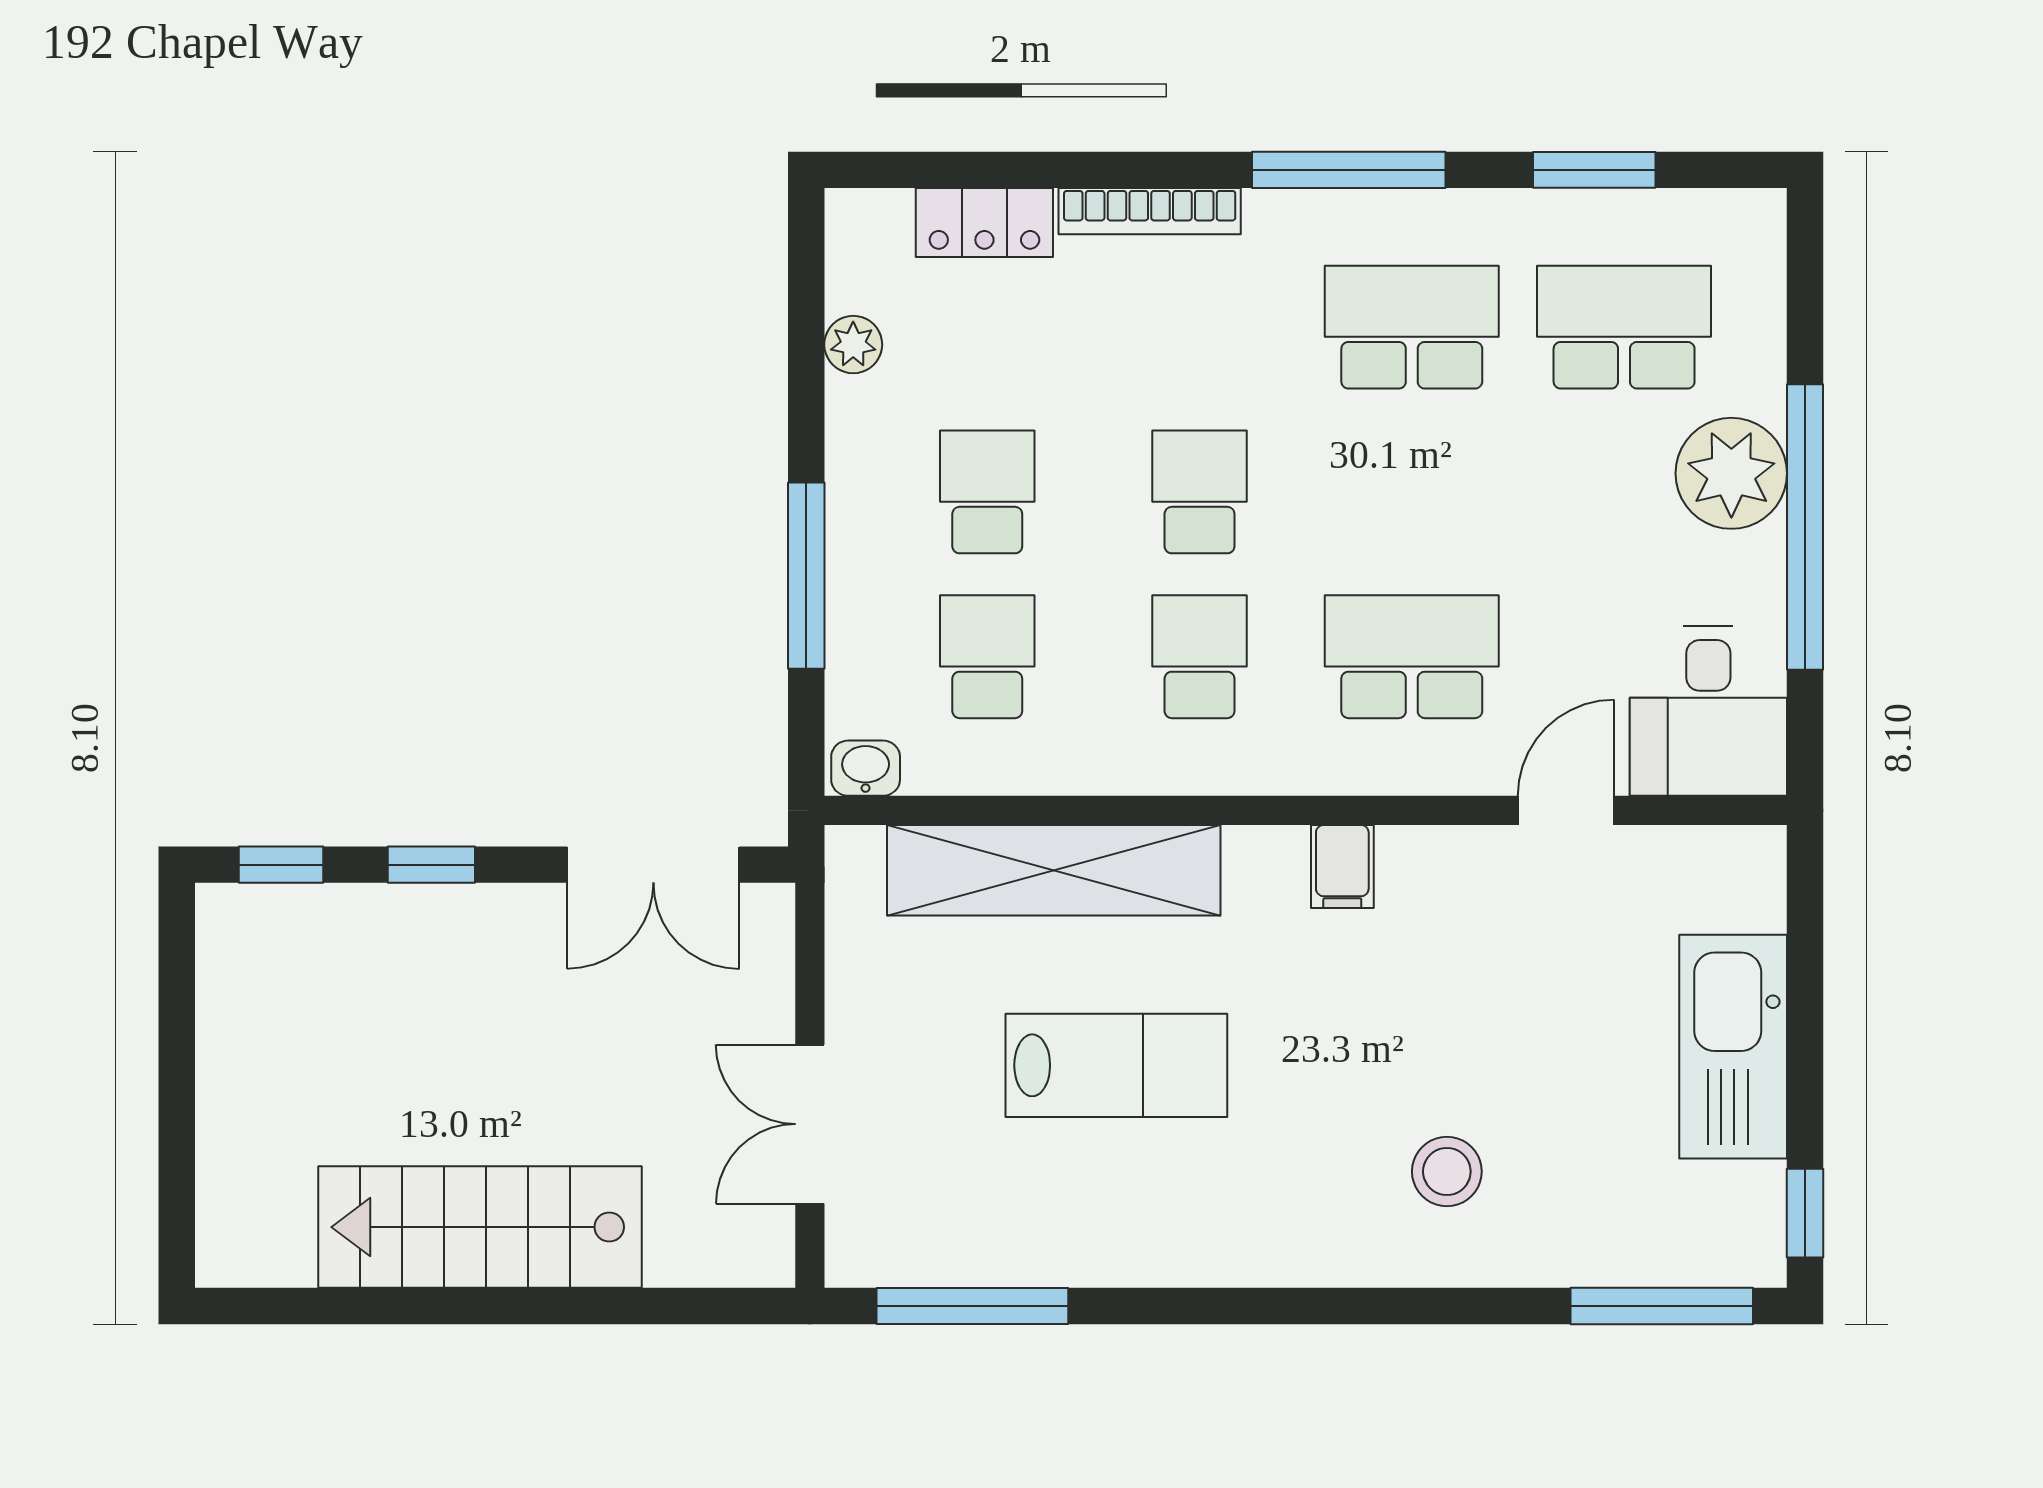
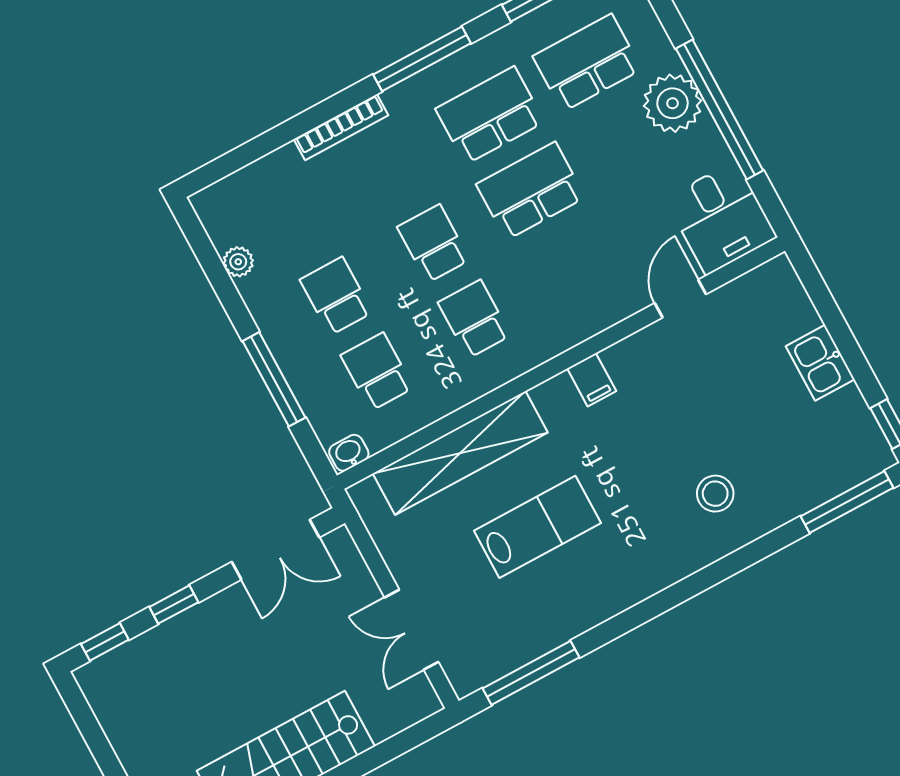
locker: (984, 223) -> (268, 173), removed
school desk: (1412, 657) -> (531, 191), moved
kitchen sink: (1733, 1047) -> (820, 363), width x0.53, depth x0.81

